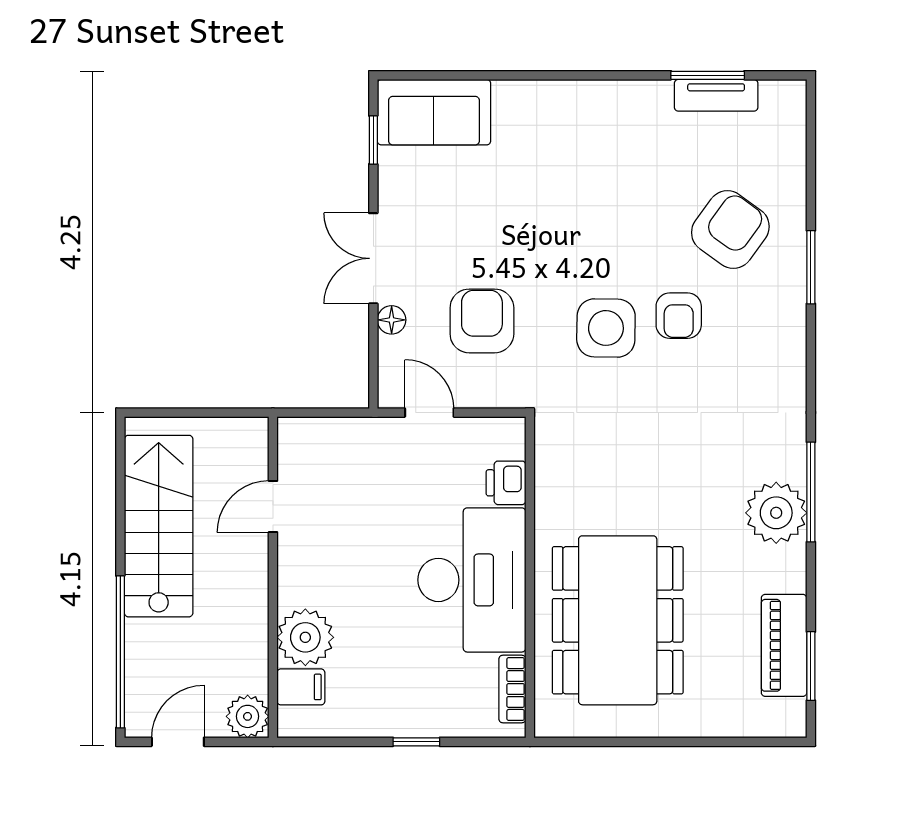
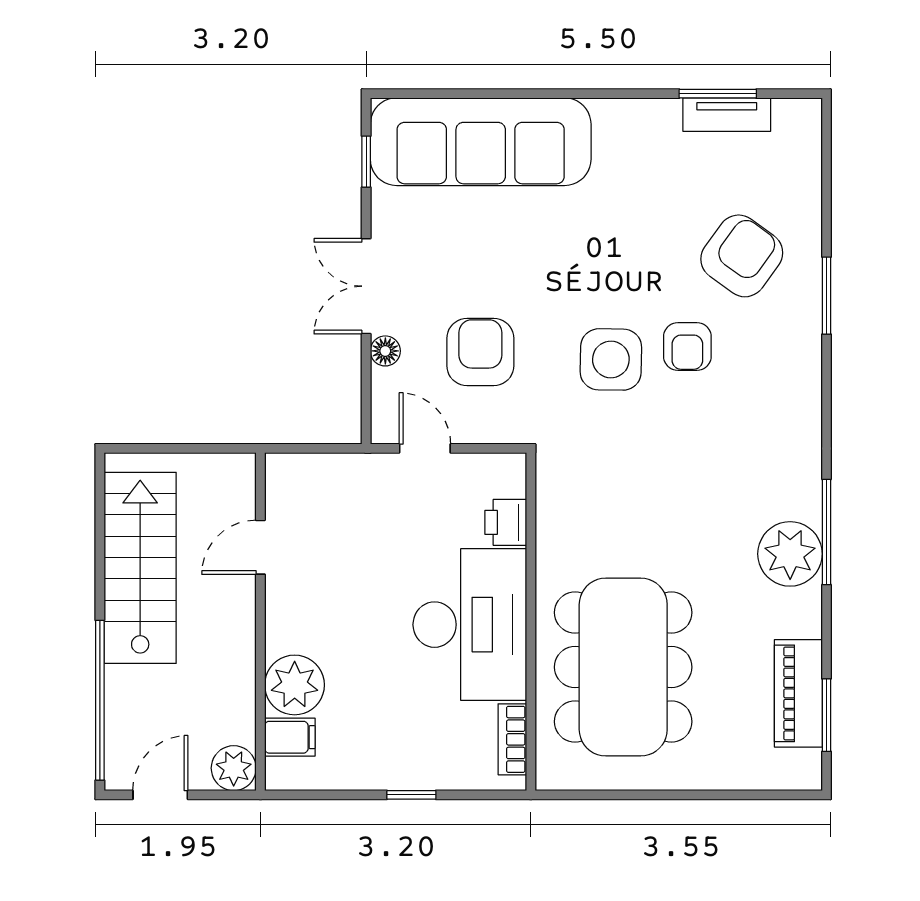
sofa: (434, 112) -> (481, 142), width x1.85, depth x1.27

